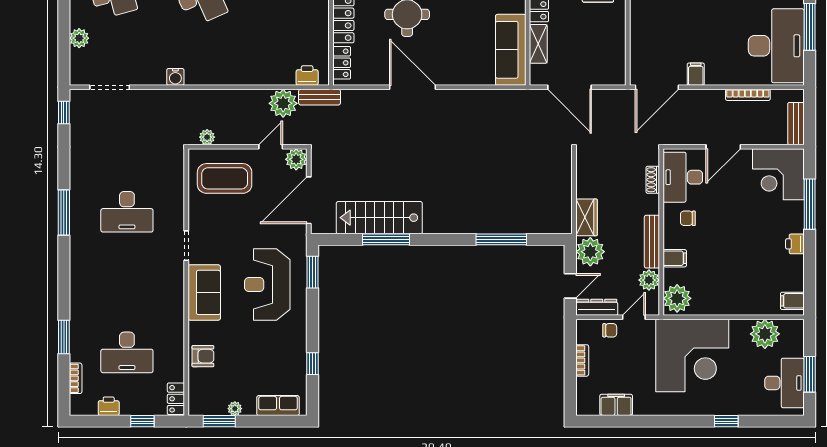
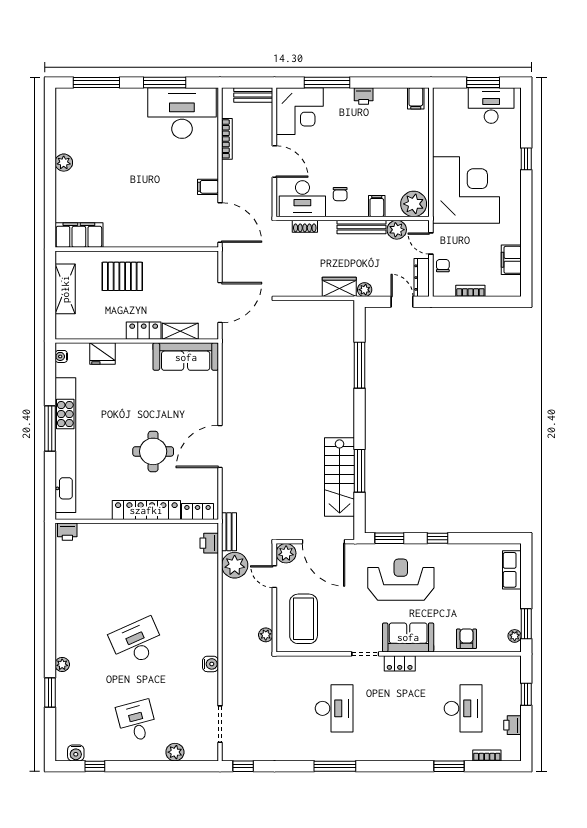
plant: (590, 252) -> (365, 290), width x0.53, depth x0.53
reception desk: (267, 284) -> (401, 580), turned 180
plant: (765, 334) -> (446, 123), removed
window: (312, 364) -> (437, 538), moved
locker: (176, 399) -> (400, 663), moved
plant: (235, 409) -> (515, 636), moved

